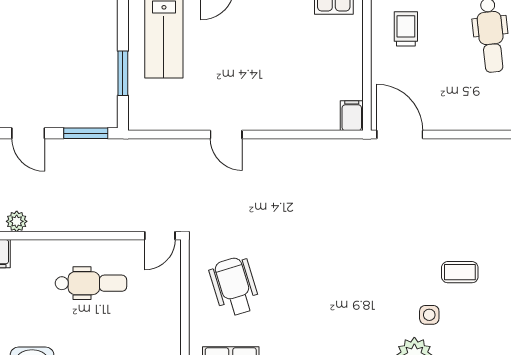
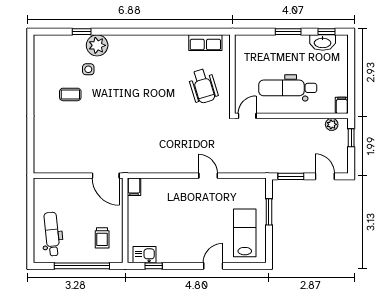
dental chair: (91, 283) -> (288, 88), width x1.36, depth x1.38

